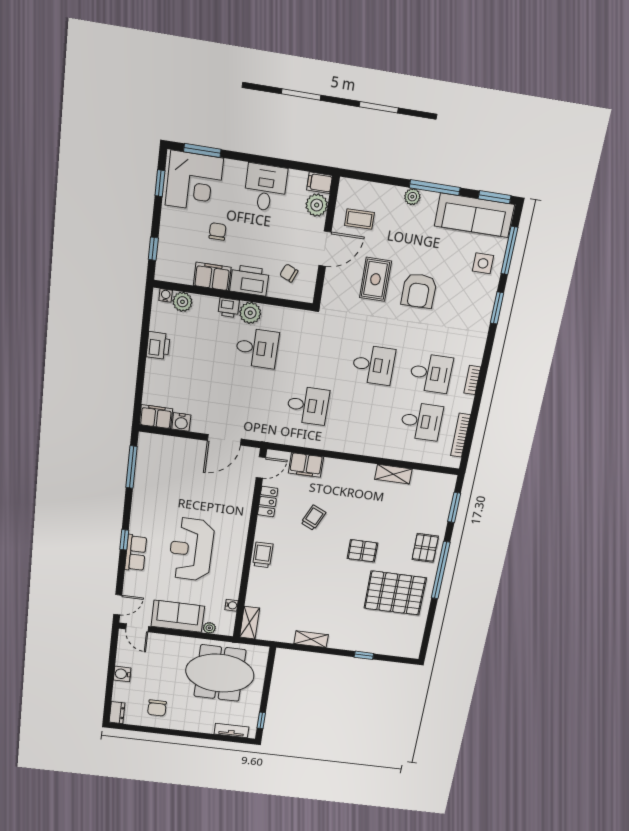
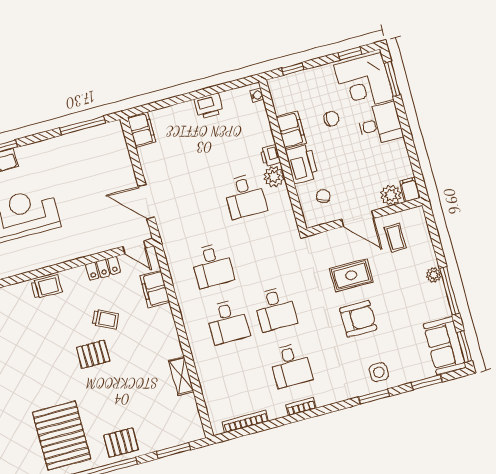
desk: (265, 188) -> (380, 124), moved
sofa: (474, 215) -> (445, 346), width x0.73
window: (509, 250) -> (427, 382), width x0.69
side table: (483, 263) -> (379, 372), moved
armchair: (419, 291) -> (358, 319), turned 180
plant: (182, 302) -> (258, 112), removed
desk: (421, 421) -> (227, 322), moved
water cooler: (181, 422) -> (147, 155), removed
pallet: (362, 551) -> (93, 354), moved, turned 90

